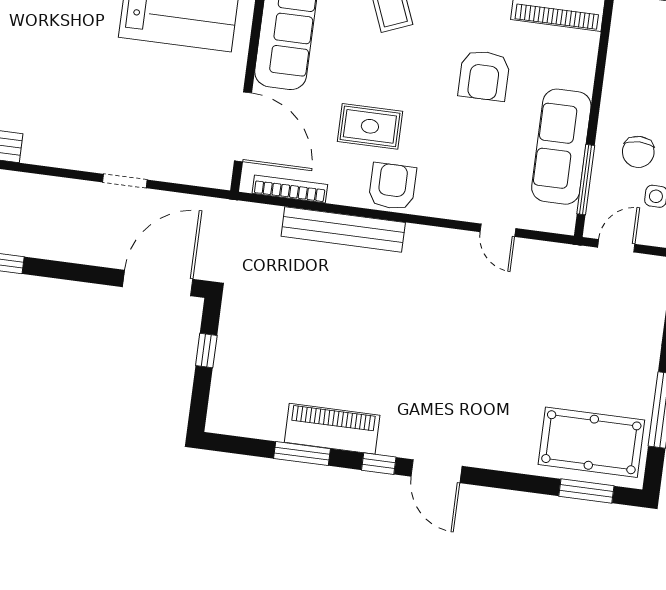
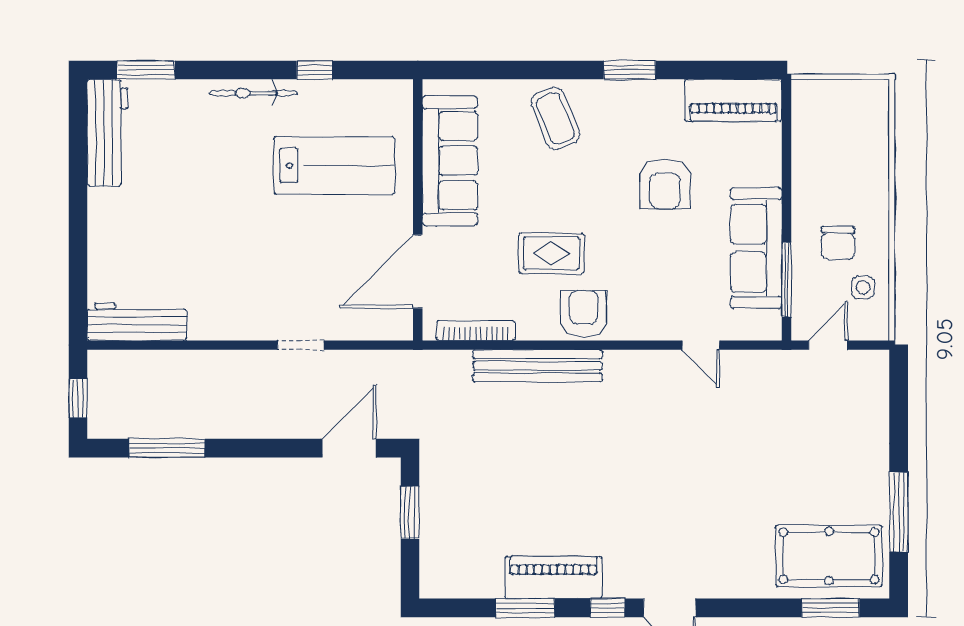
door: (243, 127) -> (418, 271), swing flipped
door: (158, 283) -> (349, 448), width x0.73
window: (206, 351) -> (410, 513), width x1.50

